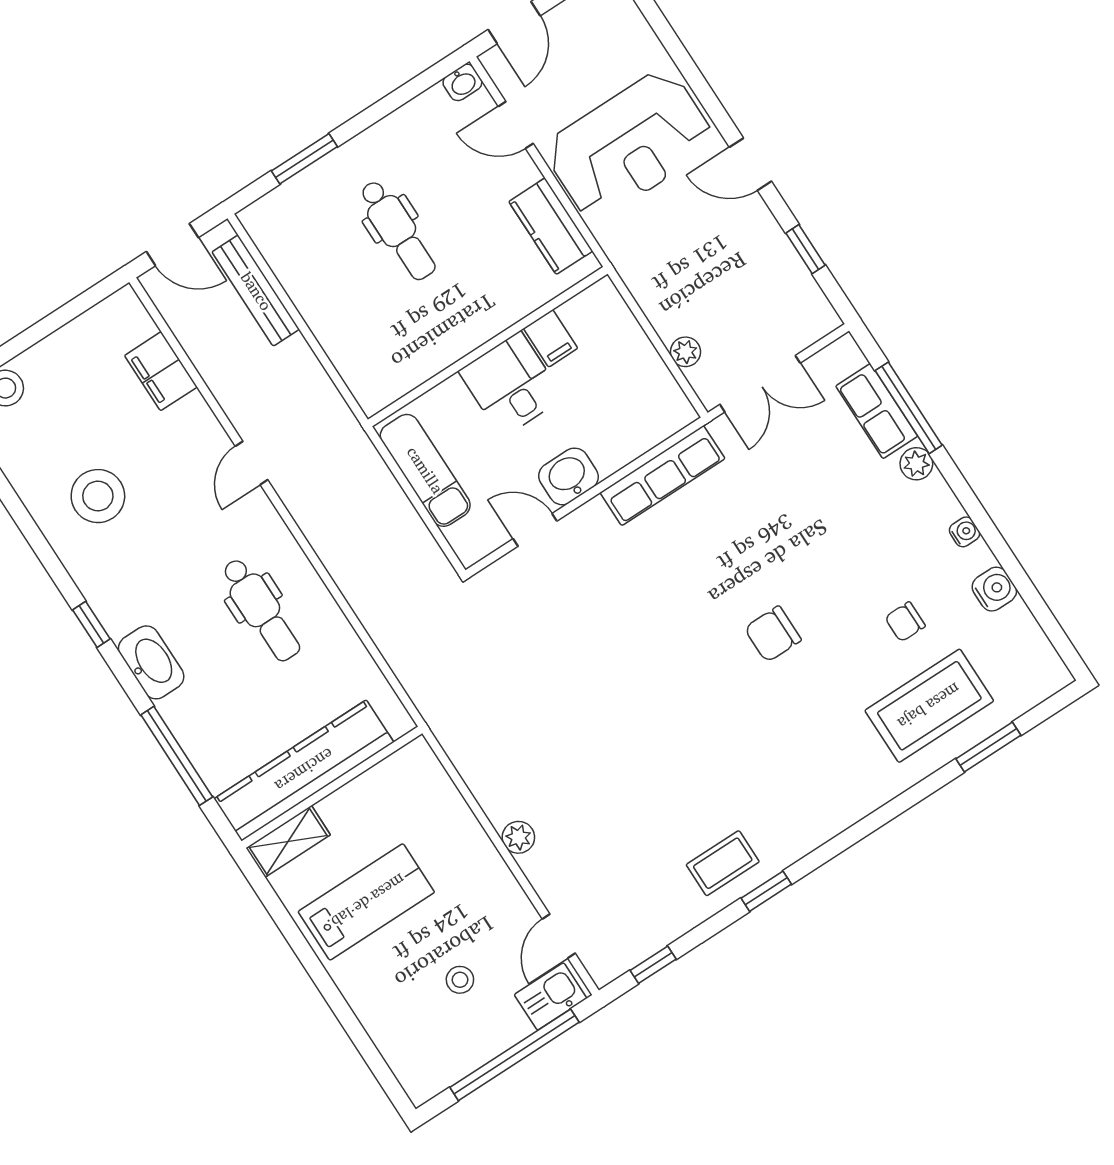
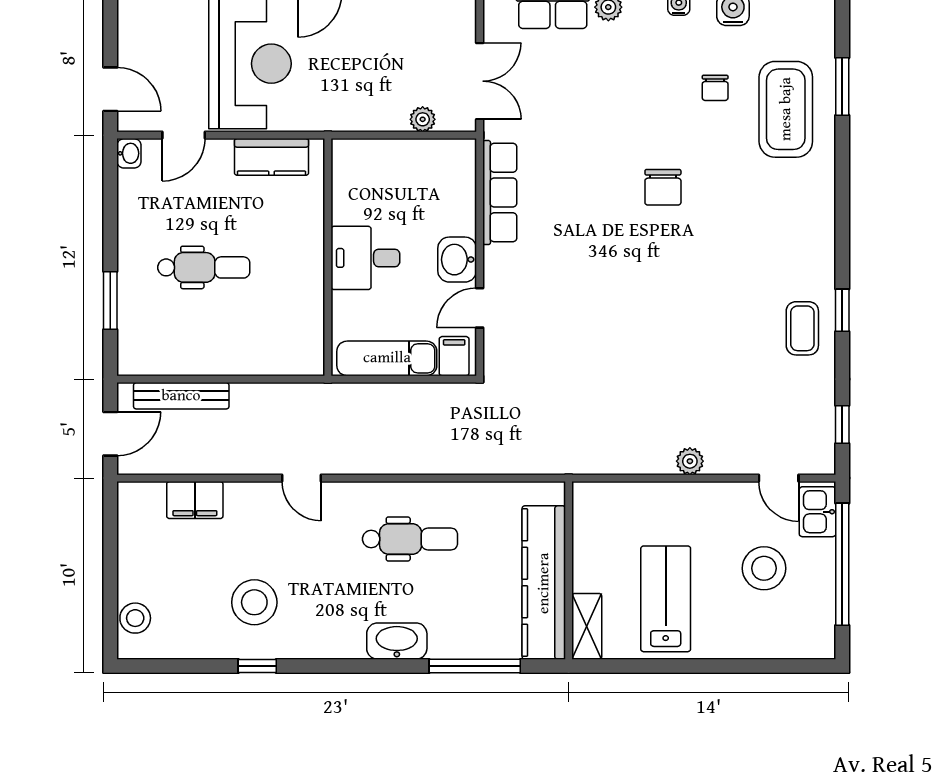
filing cabinet: (551, 338) -> (454, 356), moved, turned -90
window: (91, 624) -> (257, 666), moved
stool: (460, 980) -> (764, 568), width x1.89, depth x1.89

